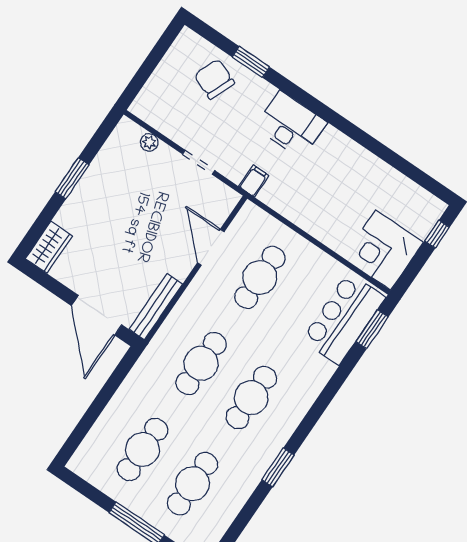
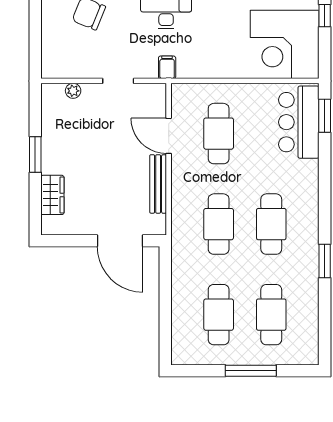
wardrobe: (49, 247) -> (52, 195), moved
corner desk: (383, 250) -> (285, 44), width x1.36, depth x1.36
bench: (156, 307) -> (158, 184), moved

